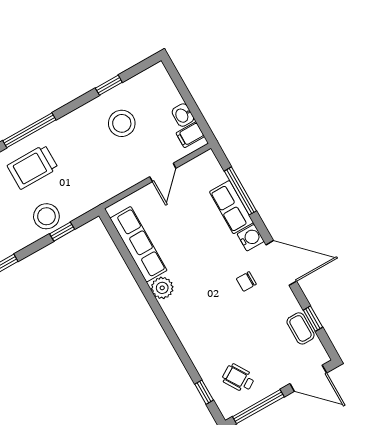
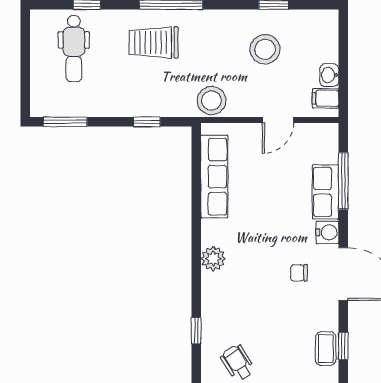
stool: (46, 216) -> (211, 100), moved
plant: (162, 288) -> (213, 259), moved
window: (204, 392) -> (196, 331), moved

